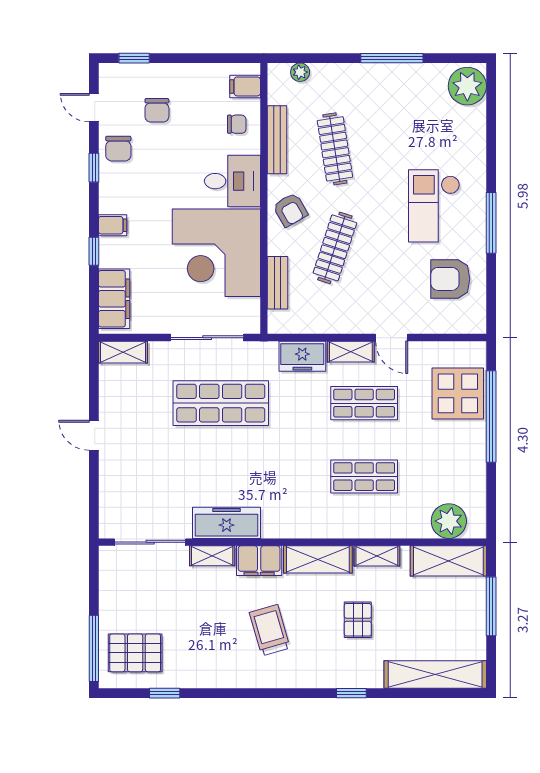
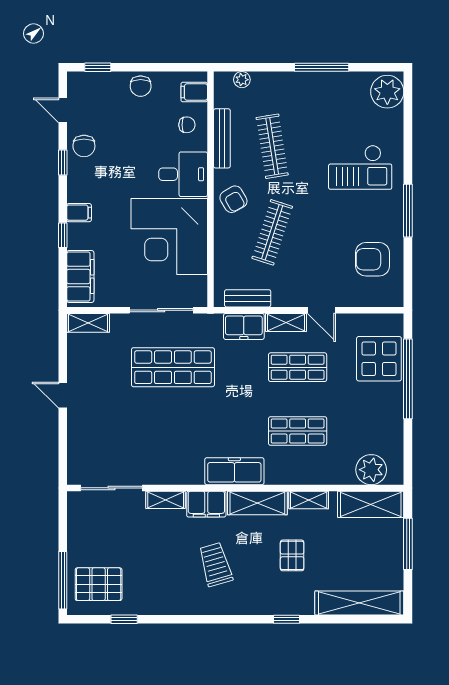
chair: (157, 110) -> (141, 86), moved
checkout: (434, 206) -> (360, 167), moved, turned -90
bench: (278, 283) -> (248, 298), moved, turned 90
freezer: (227, 523) -> (234, 471), moved

